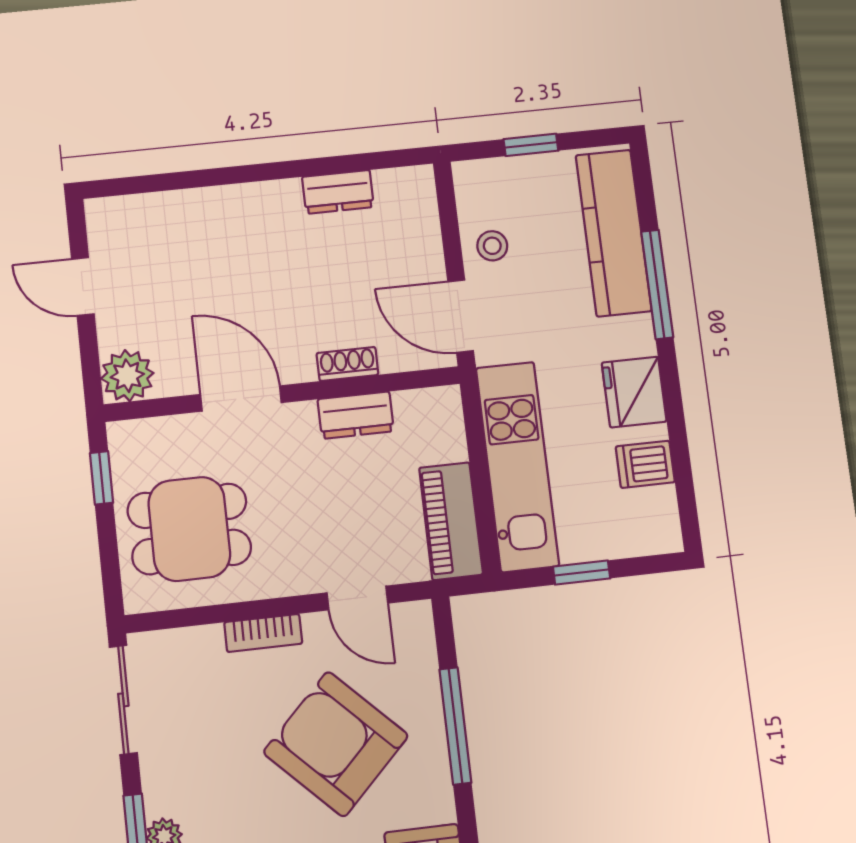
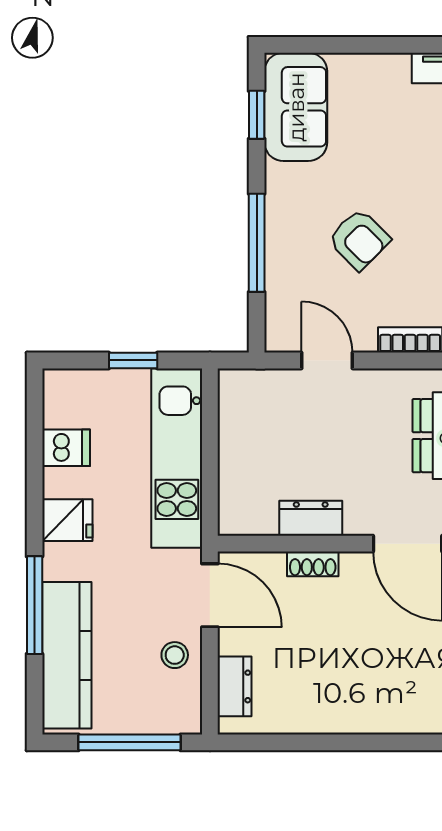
window: (531, 145) -> (130, 742), width x2.17
dresser: (338, 192) -> (235, 686), moved, turned 90
fridge: (634, 392) -> (67, 520), width x0.72
piano: (451, 521) -> (240, 417), removed
armchair: (336, 744) -> (359, 239), width x0.53, depth x0.53

